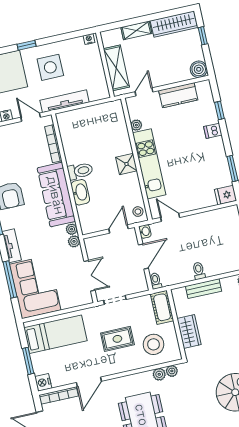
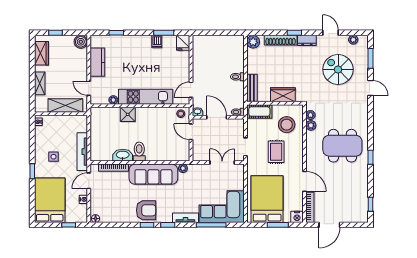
wardrobe: (174, 24) -> (41, 53), width x0.67
side table: (50, 67) -> (54, 157), width x0.54, depth x0.54
dishwasher: (213, 131) -> (157, 41), moved
shower: (126, 164) -> (128, 114), moved
washbasin: (80, 192) -> (123, 155), moved
plant: (74, 241) -> (193, 169), removed
bench: (203, 289) -> (252, 88), moved
bed: (55, 334) -> (267, 199), width x1.50

